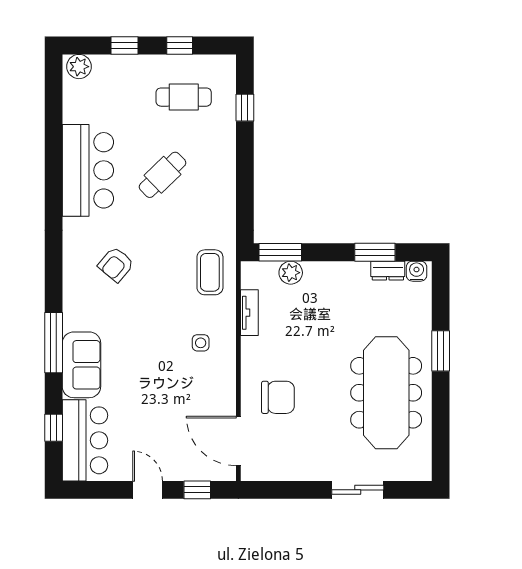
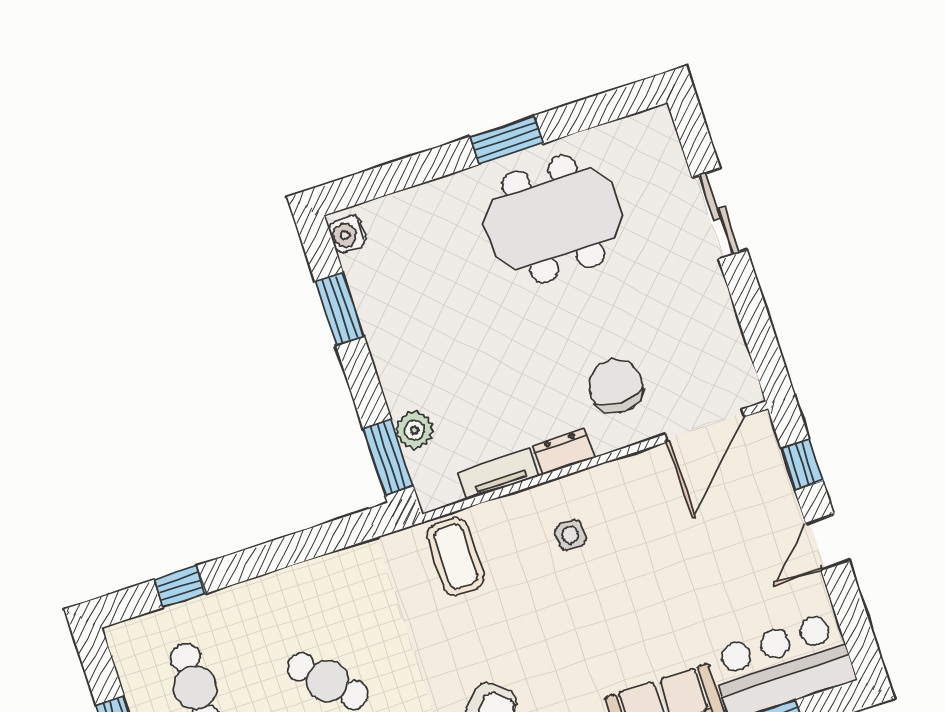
dresser: (388, 271) -> (563, 452), moved, turned -90
coffee table: (210, 272) -> (456, 557), turned 90
window: (441, 351) -> (507, 140), moved
meeting table: (386, 393) -> (553, 219), width x0.73

